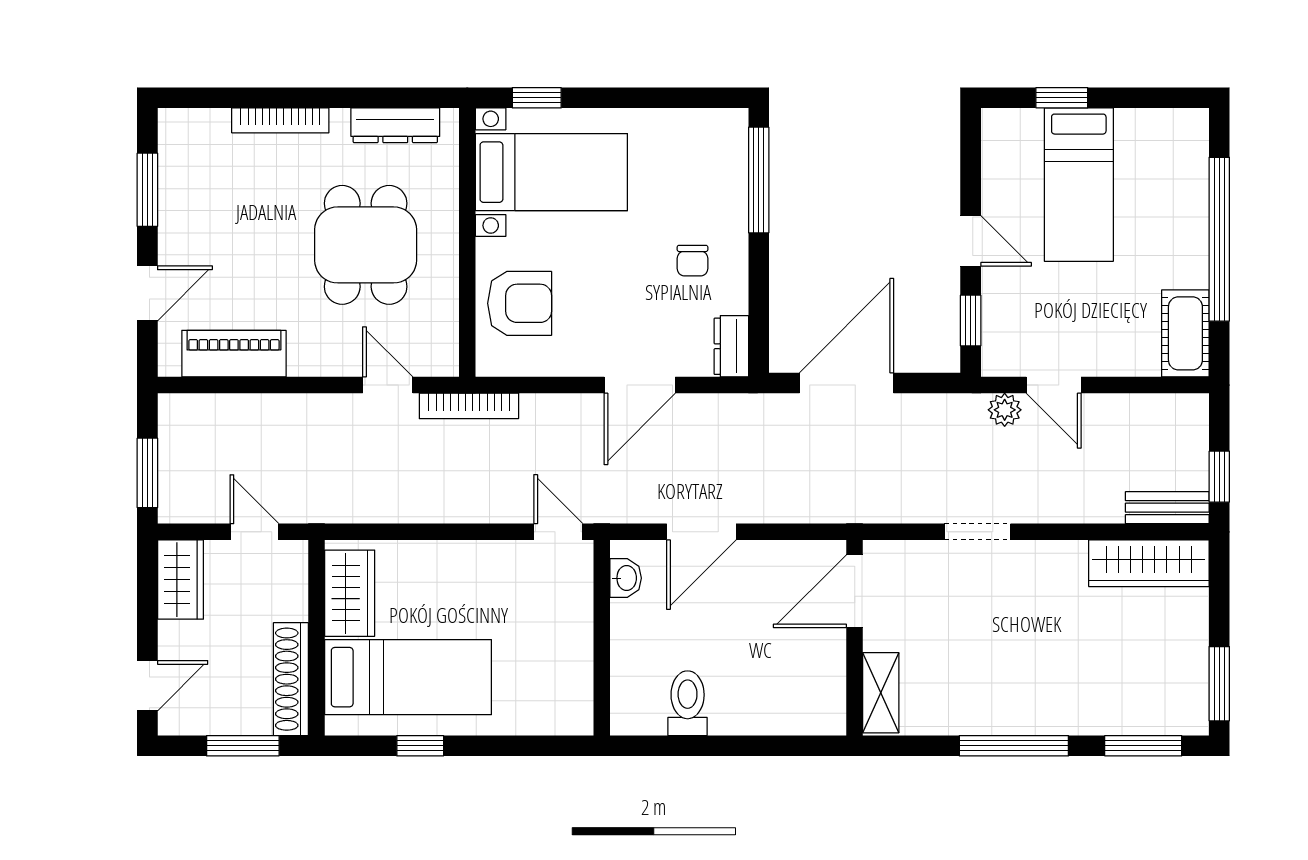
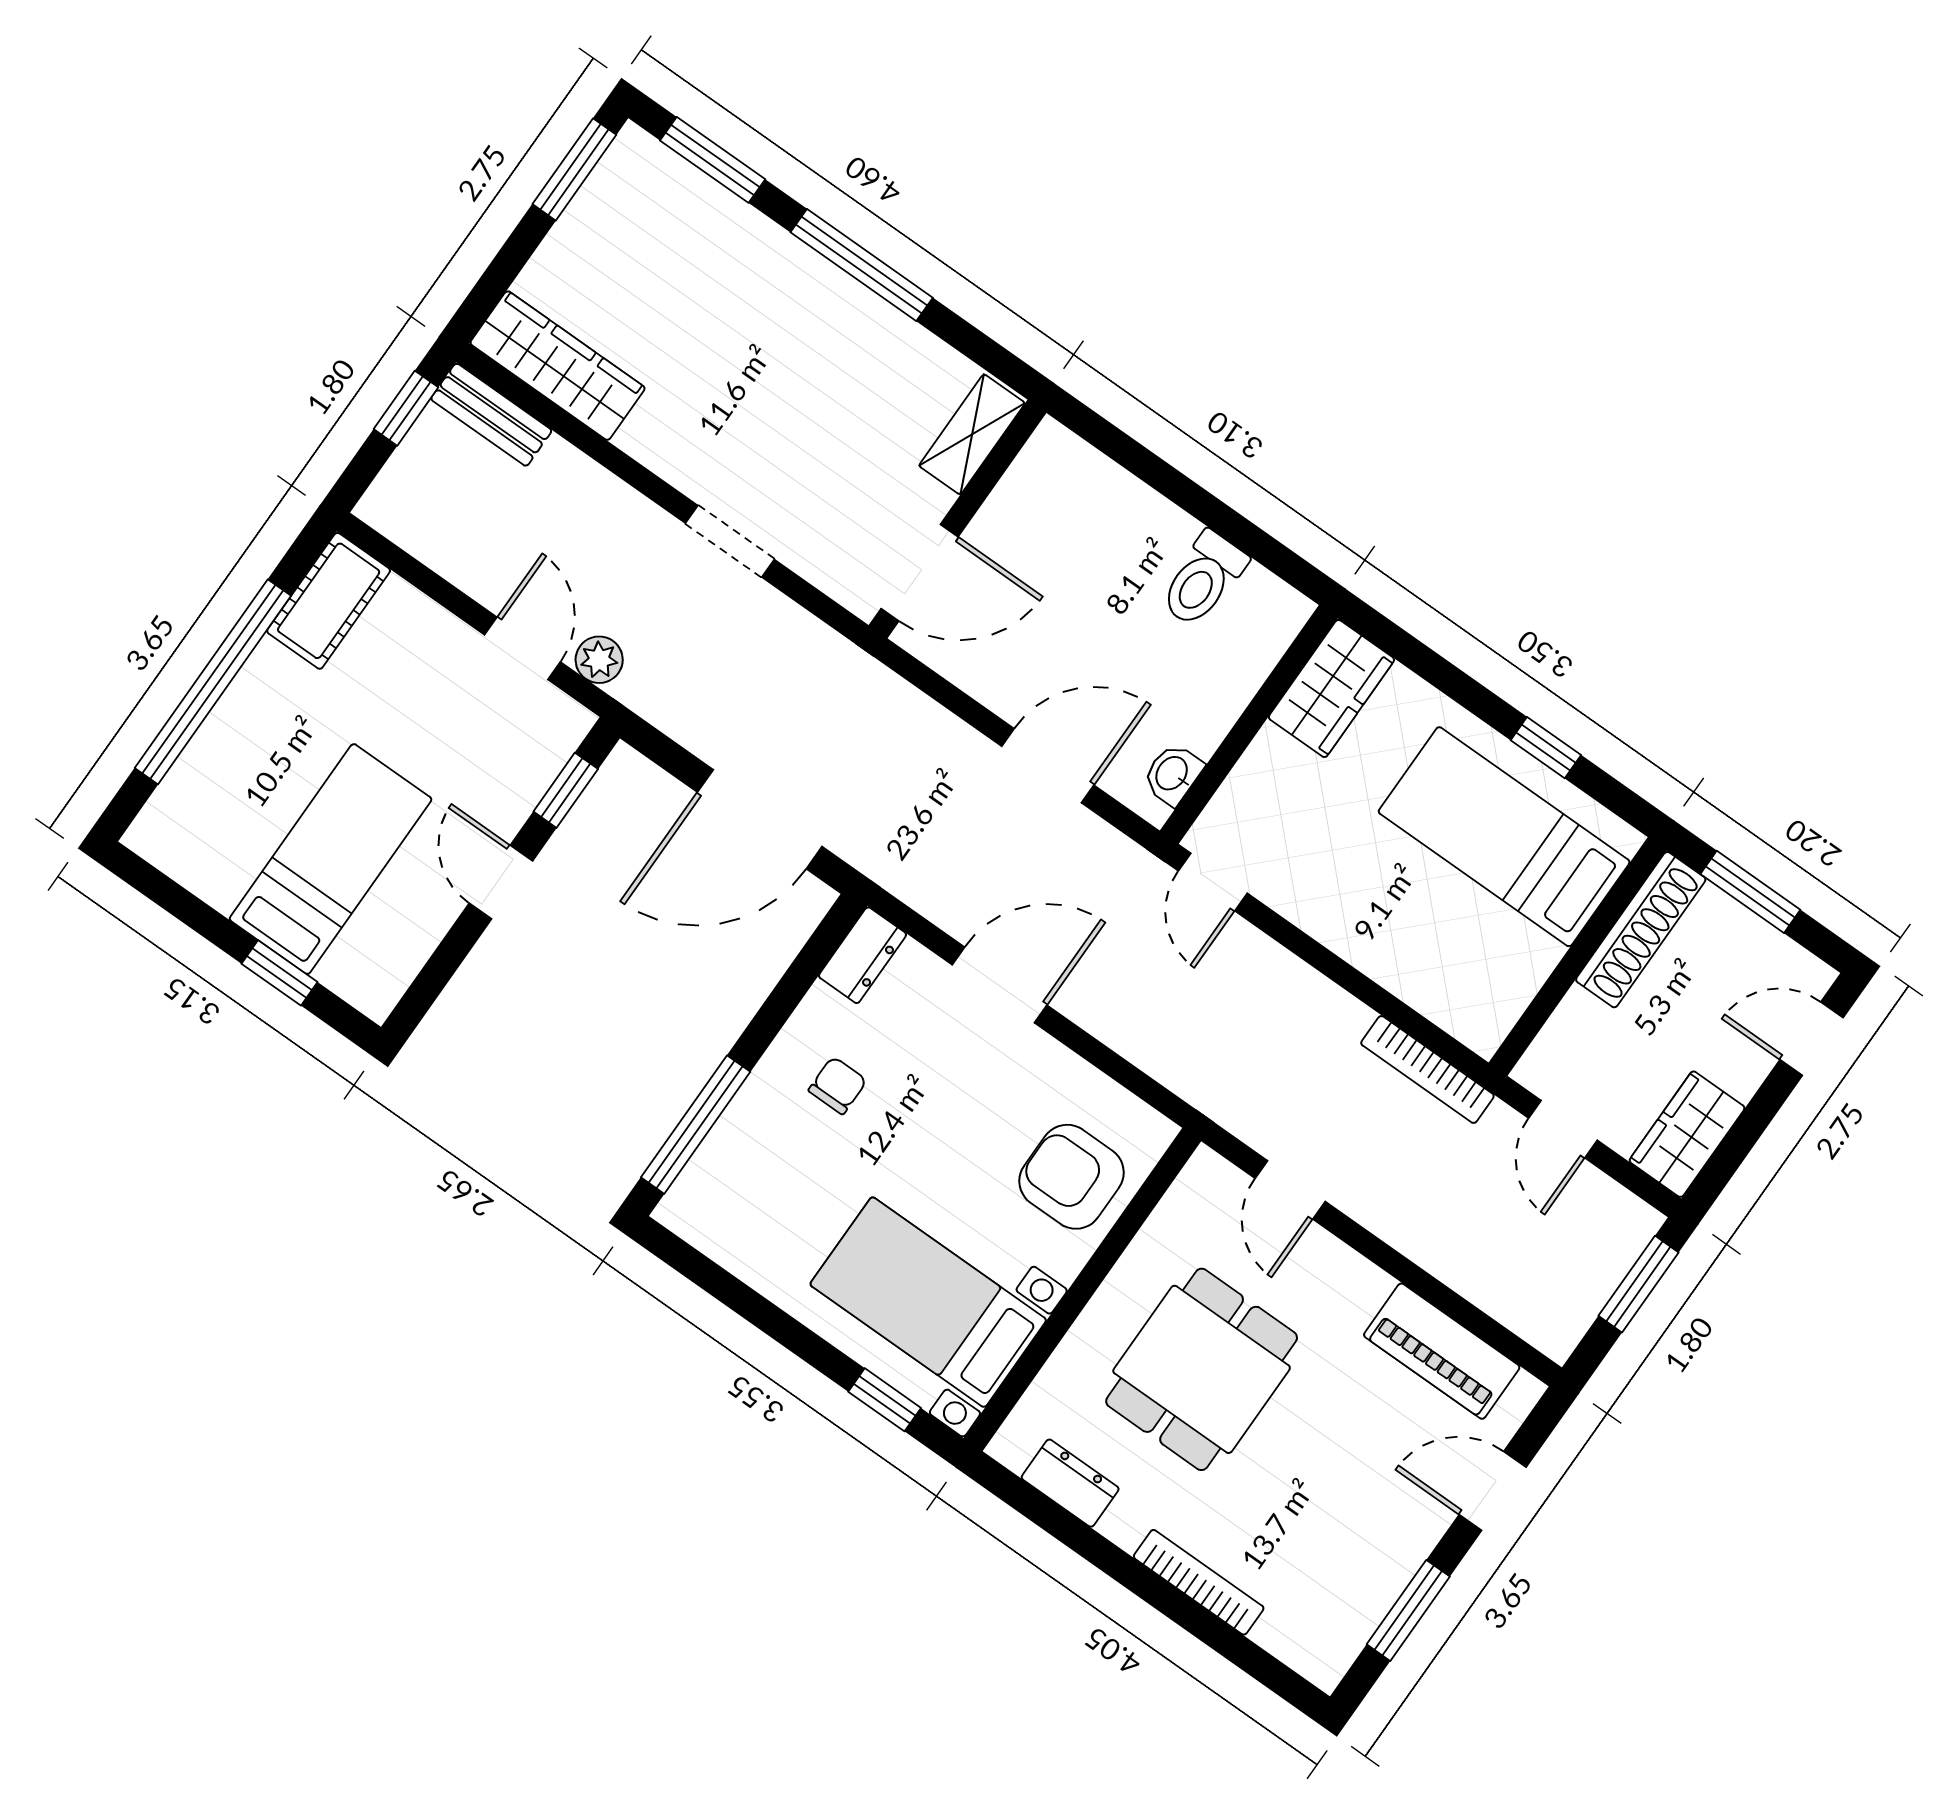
dresser: (395, 125) -> (1070, 1483), width x0.70
bookcase: (469, 406) -> (1427, 1069), moved, turned 180
wardrobe: (350, 593) -> (1331, 688), moved, turned 180

